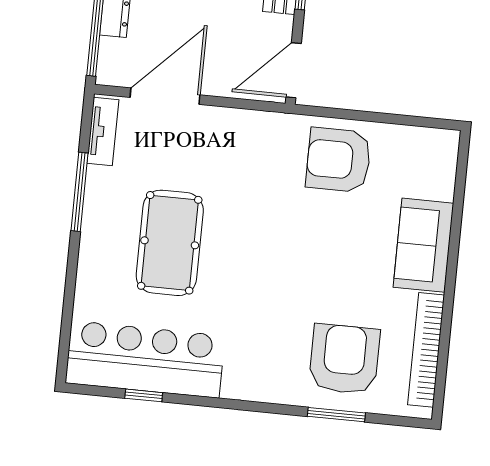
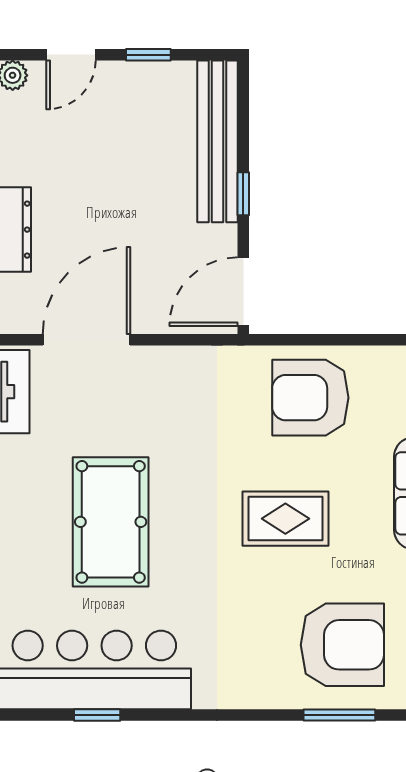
rug: (309, 254) -> (285, 519), added
armchair: (344, 359) -> (342, 645), turned 90

